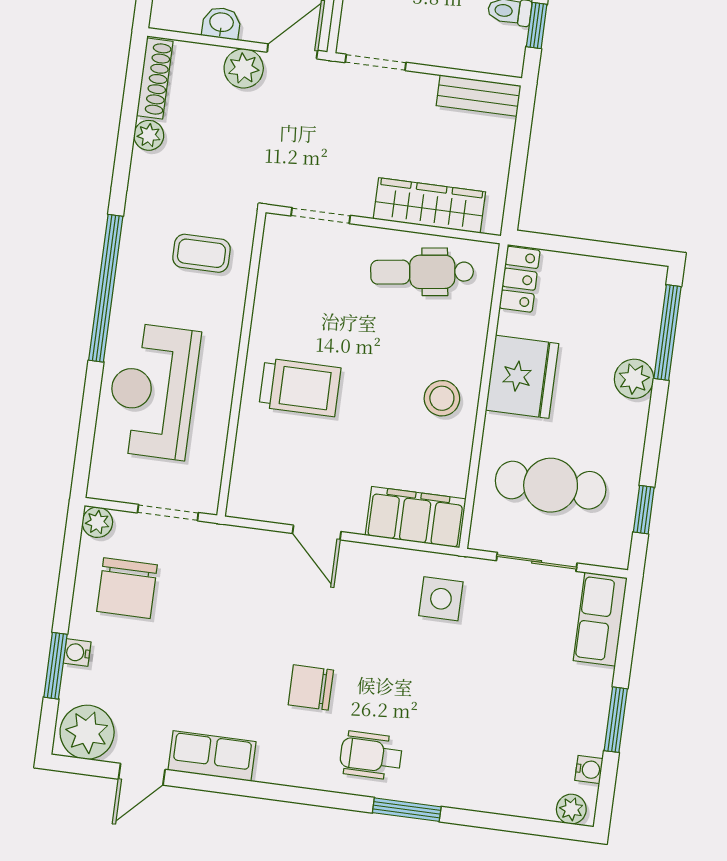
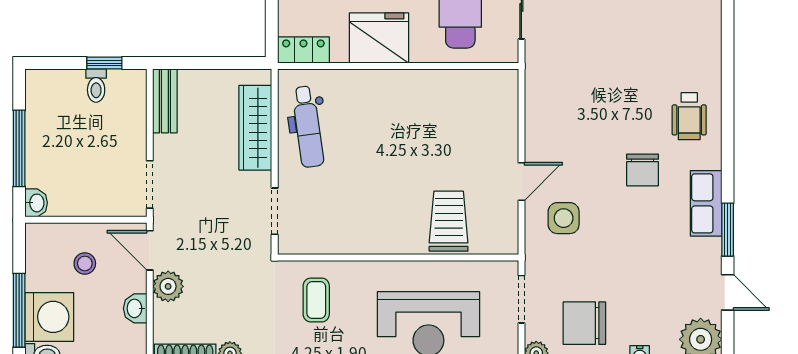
trolley: (300, 387) -> (449, 221), moved
stool: (442, 398) -> (404, 98), removed
filing cabinet: (416, 517) -> (499, 106), removed
chair: (127, 588) -> (584, 323), turned 180
side table: (441, 599) -> (564, 218), moved
row of seats: (212, 756) -> (706, 203), moved
window: (407, 810) -> (728, 230), moved

